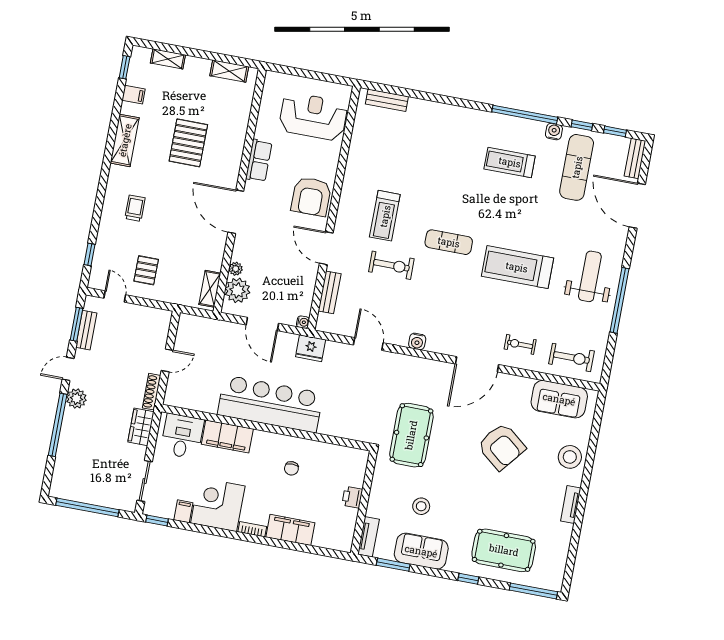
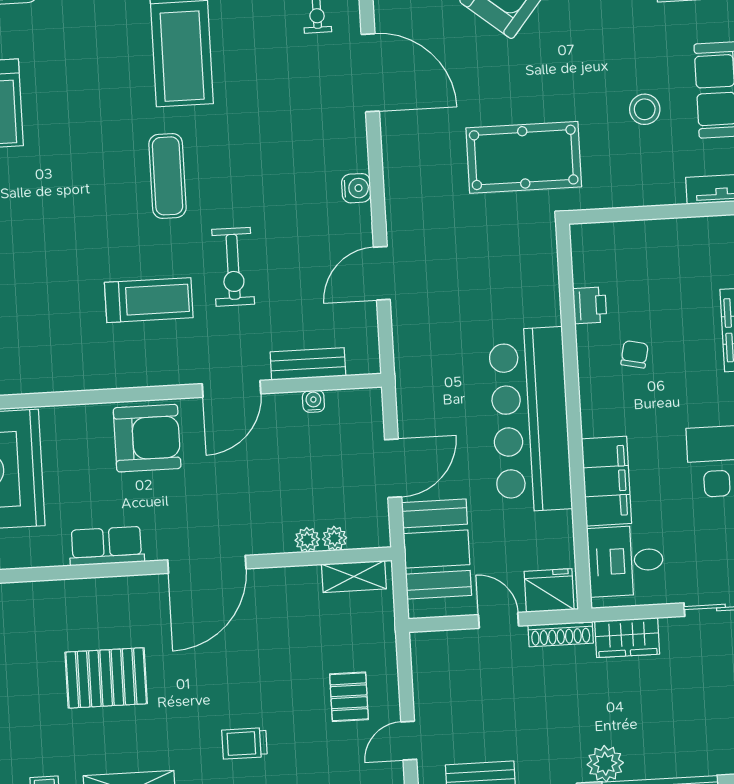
exercise bike: (391, 265) -> (233, 267), turned 180
pallet: (146, 270) -> (349, 697), turned 90
plant: (237, 290) -> (335, 538), width x0.53, depth x0.53
water cooler: (303, 322) -> (313, 401), moved
booth: (214, 337) -> (437, 549), added
fridge: (311, 348) -> (549, 590), moved, turned -90
chair: (291, 468) -> (635, 354), turned -78
printer: (352, 497) -> (590, 305), moved, turned -90

